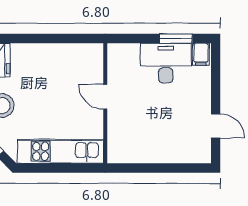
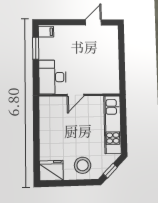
desk: (166, 63) -> (52, 77), moved

